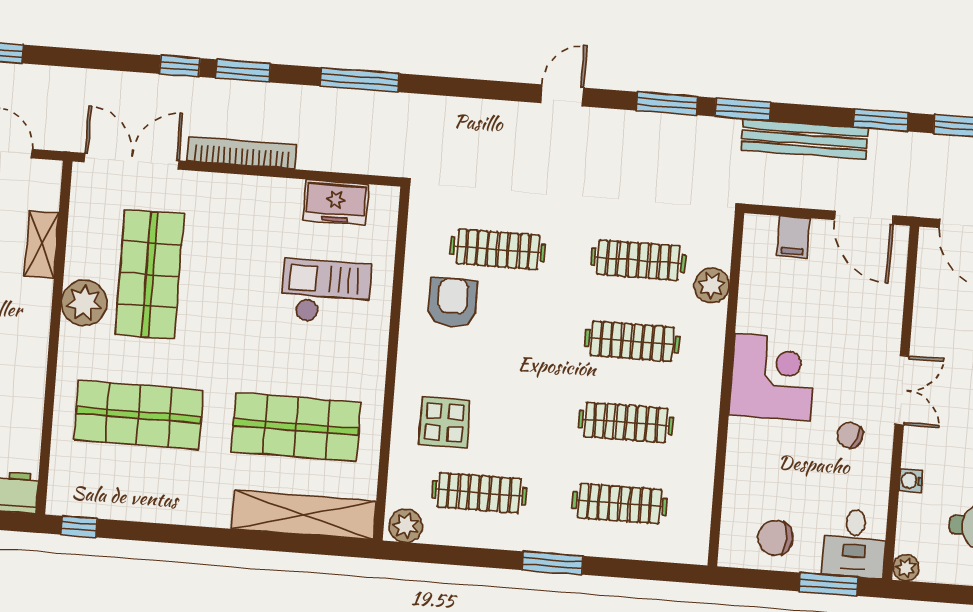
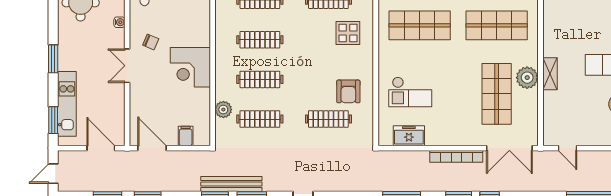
bench: (805, 139) -> (231, 184), moved
shelving: (42, 244) -> (550, 74), moved

